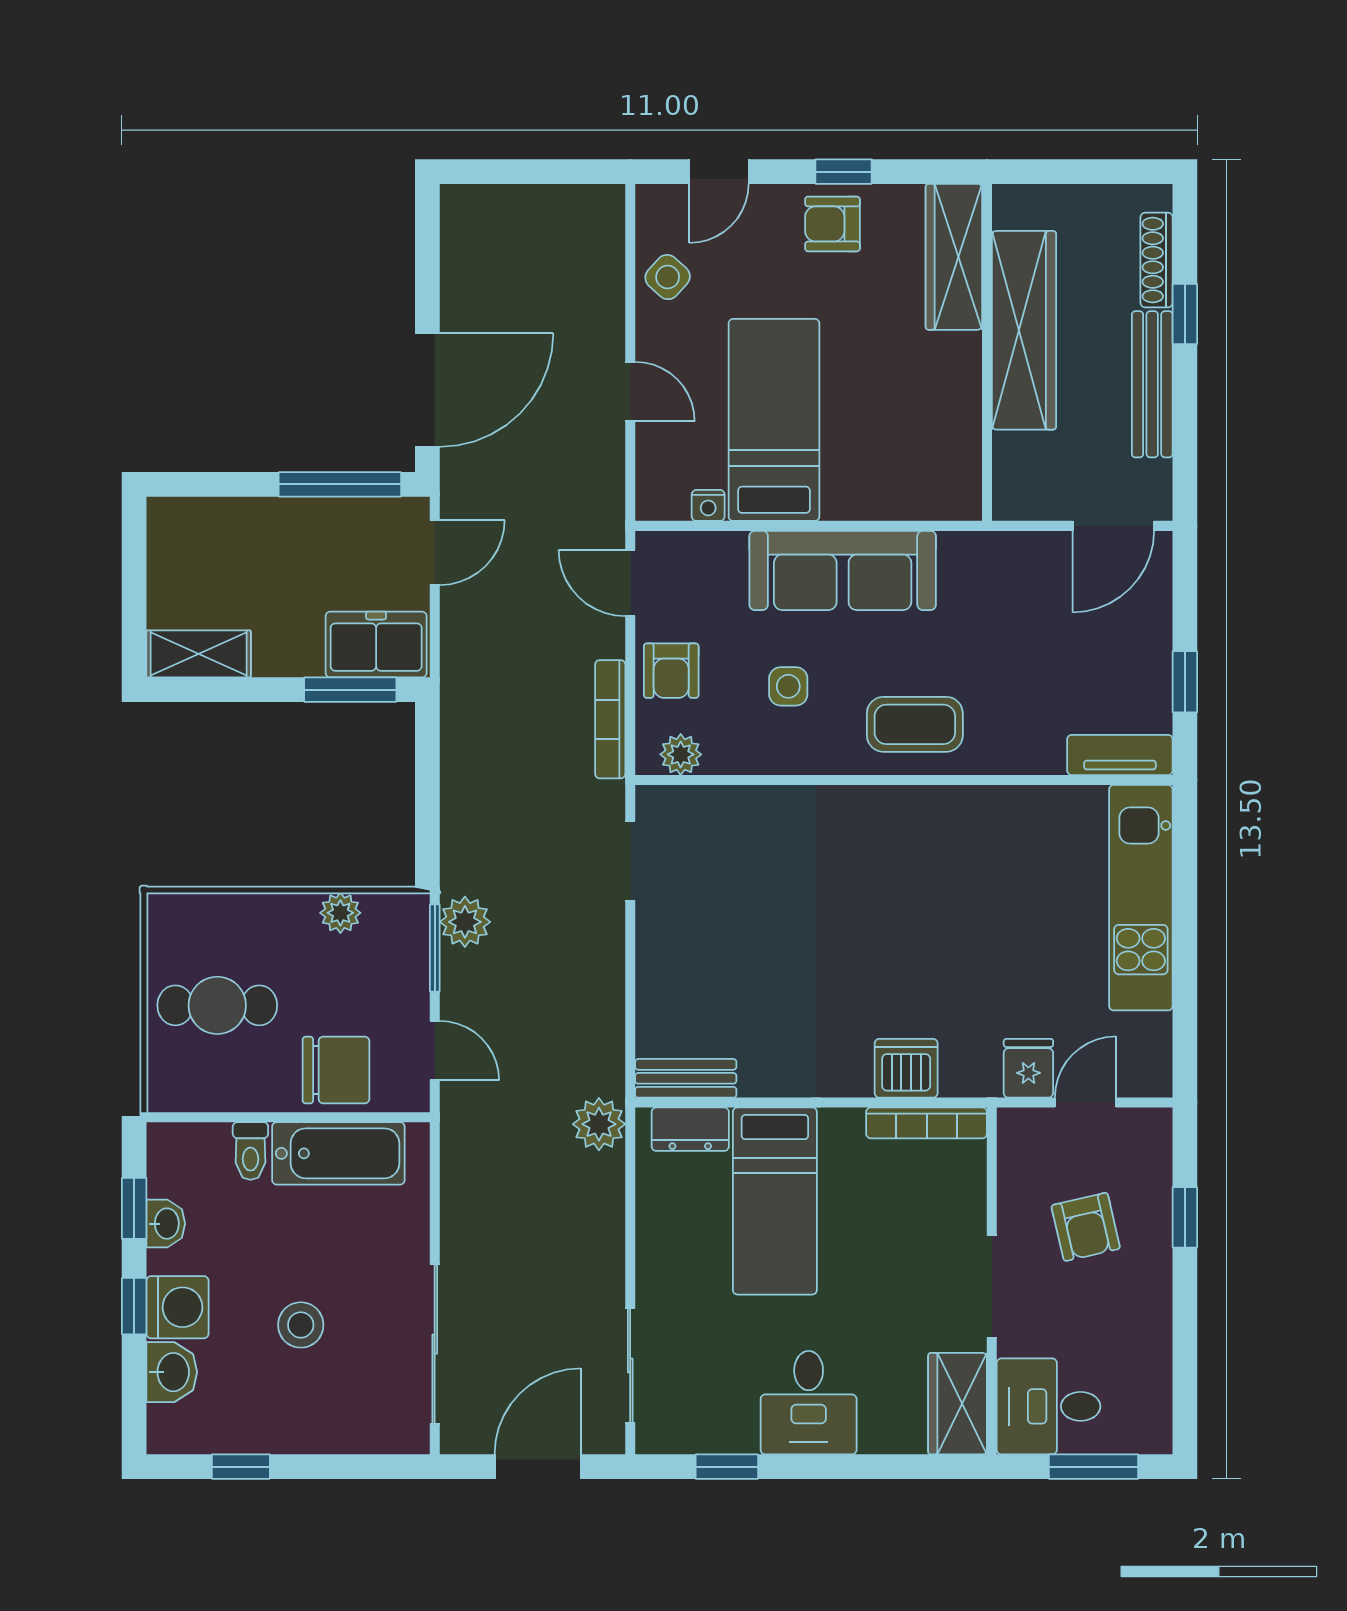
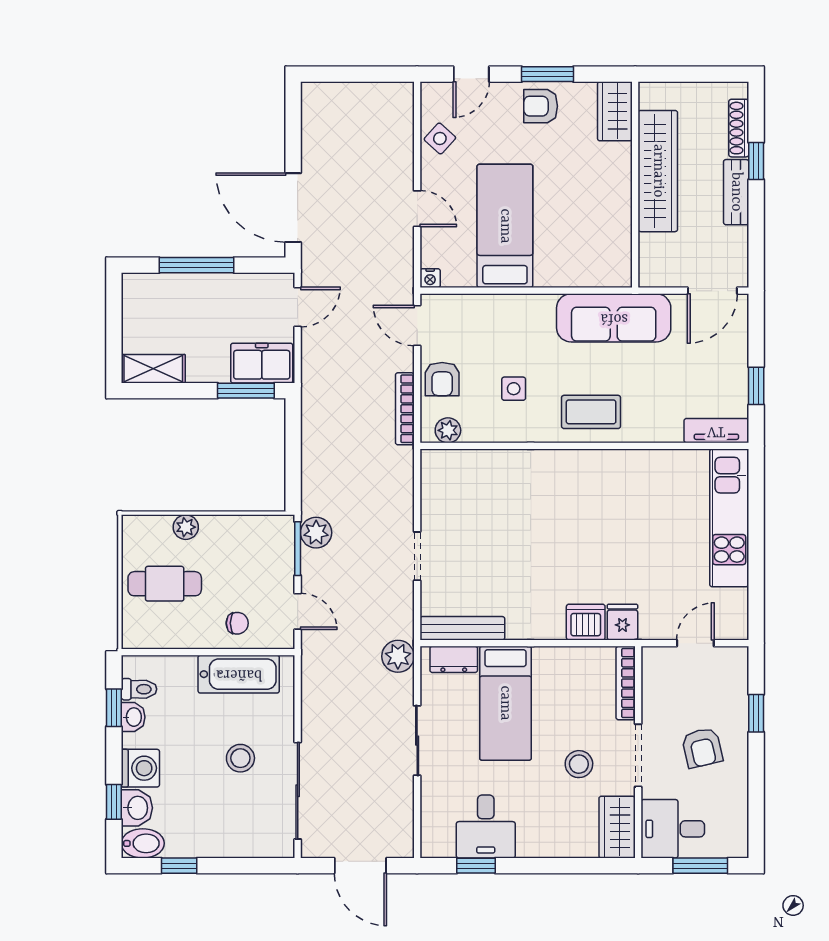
window: (844, 172) -> (547, 74), width x1.50
wardrobe: (954, 257) -> (615, 111), width x0.67
bench: (1152, 384) -> (736, 192), width x0.73
door: (427, 390) -> (293, 208), swing flipped
window: (340, 484) -> (196, 265), moved
nightstand: (708, 505) -> (430, 278), moved
sofa: (843, 570) -> (614, 318), moved
doorway: (630, 861) -> (417, 556), moved
plant: (340, 913) -> (186, 527), moved
fridge: (1028, 1068) -> (622, 622), moved
chair: (336, 1070) -> (237, 623), width x0.54, depth x0.54
bench: (686, 1078) -> (462, 628), width x1.36
bookcase: (927, 1123) -> (626, 683), moved, turned 90
toilet: (250, 1151) -> (139, 689), moved, turned -90
armchair: (1086, 1227) -> (702, 748), moved
stool: (895, 1300) -> (579, 764), added
window: (134, 1306) -> (114, 802), moved
stool: (301, 1325) -> (240, 758), moved
sliding door: (630, 1365) -> (417, 741), moved
desk: (809, 1403) -> (486, 827), moved
bidet: (181, 1430) -> (143, 843), added
door: (538, 1467) -> (360, 866), swing flipped

